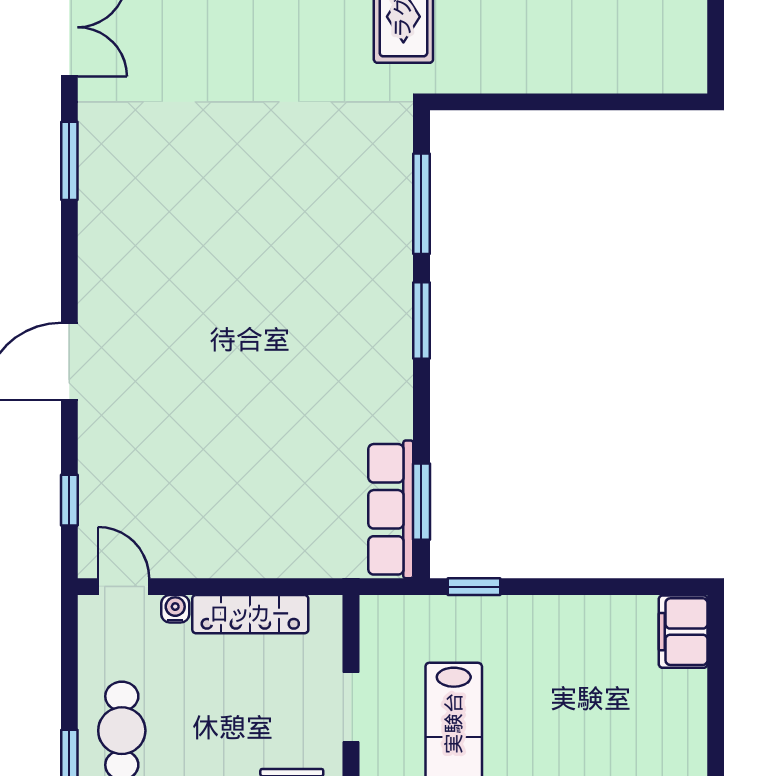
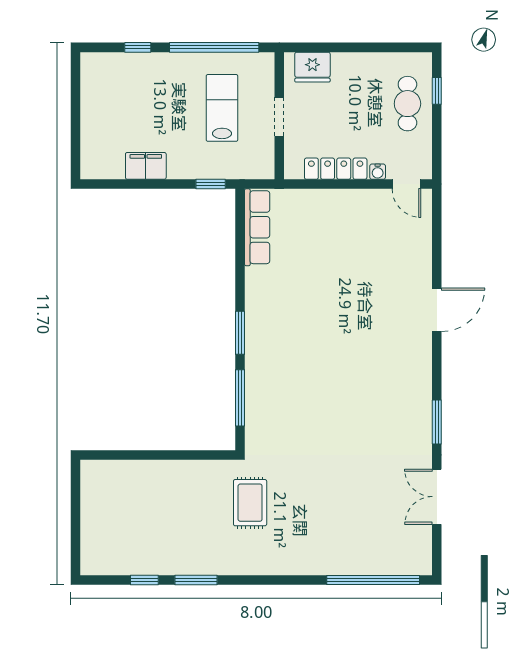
window: (69, 500) -> (437, 232), removed
window: (421, 502) -> (240, 232), removed
filing cabinet: (683, 632) -> (146, 166), moved, turned -90

